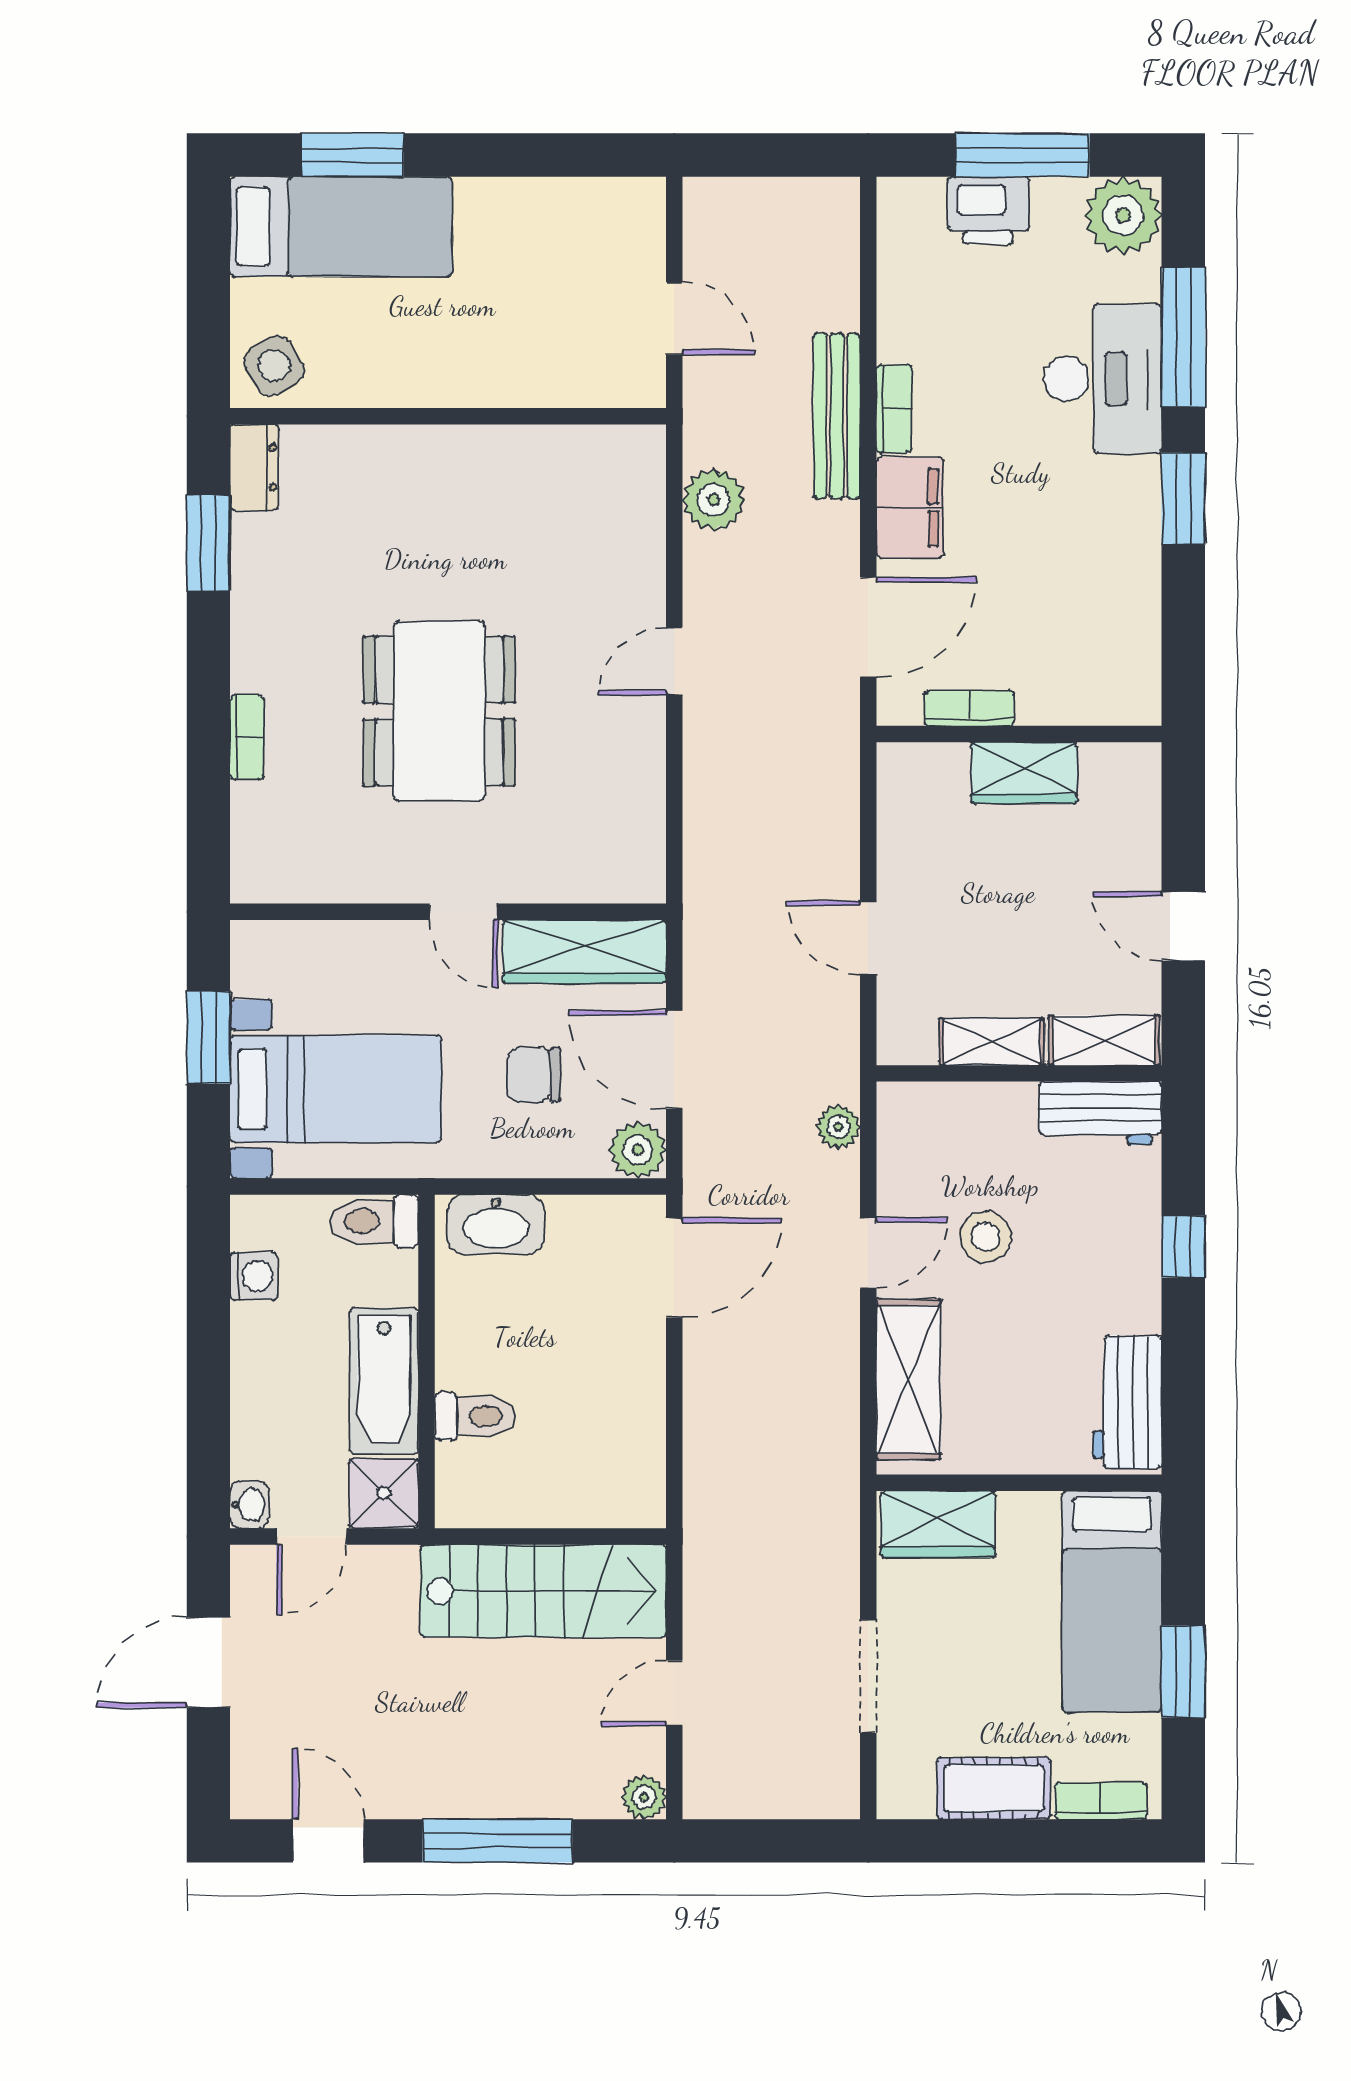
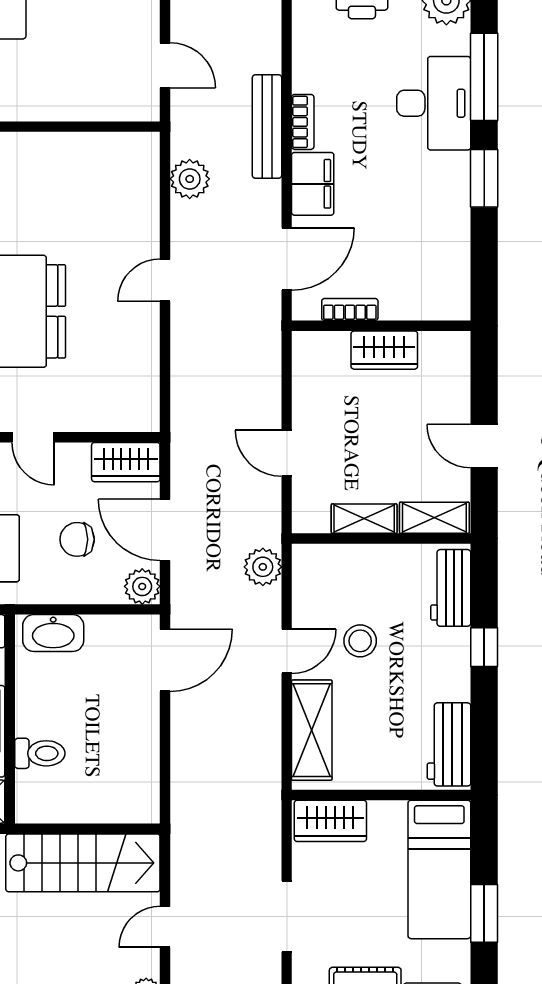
wardrobe: (584, 951) -> (126, 462), width x0.67
workbench: (1100, 1113) -> (451, 588), moved, turned 90
plant: (838, 1127) -> (263, 567), width x1.38, depth x1.38

